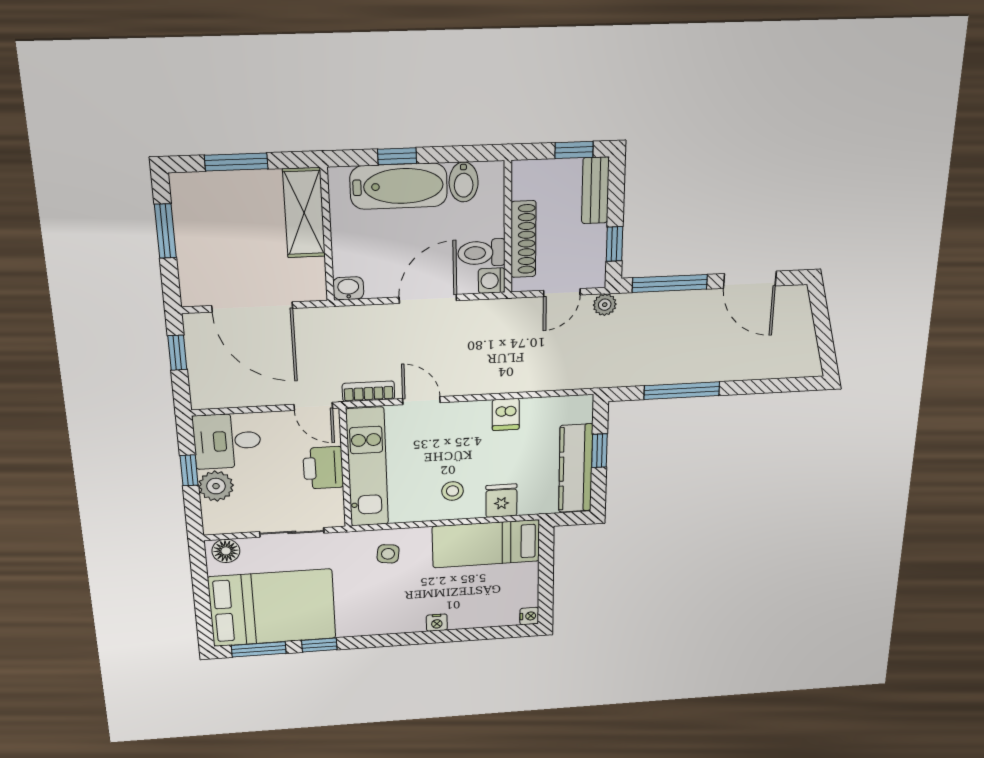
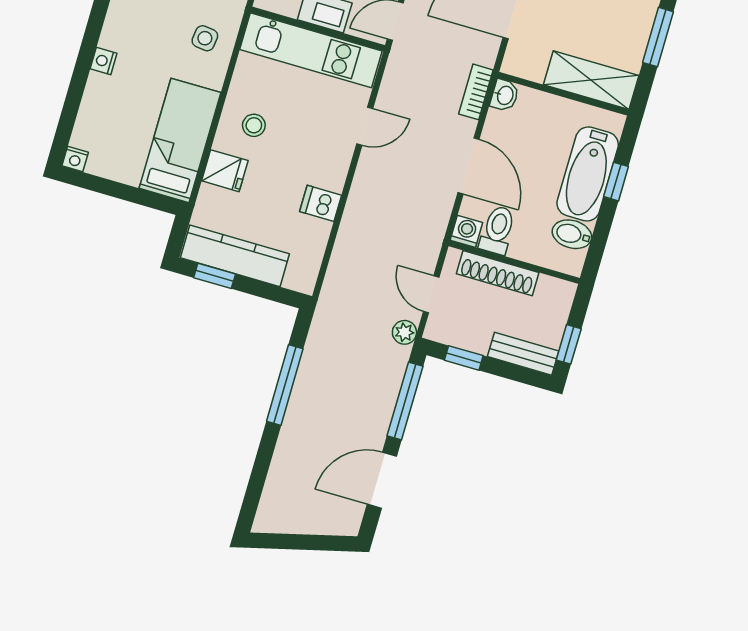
bookcase: (368, 391) -> (476, 92), moved, turned 180
window: (599, 451) -> (215, 276), moved

